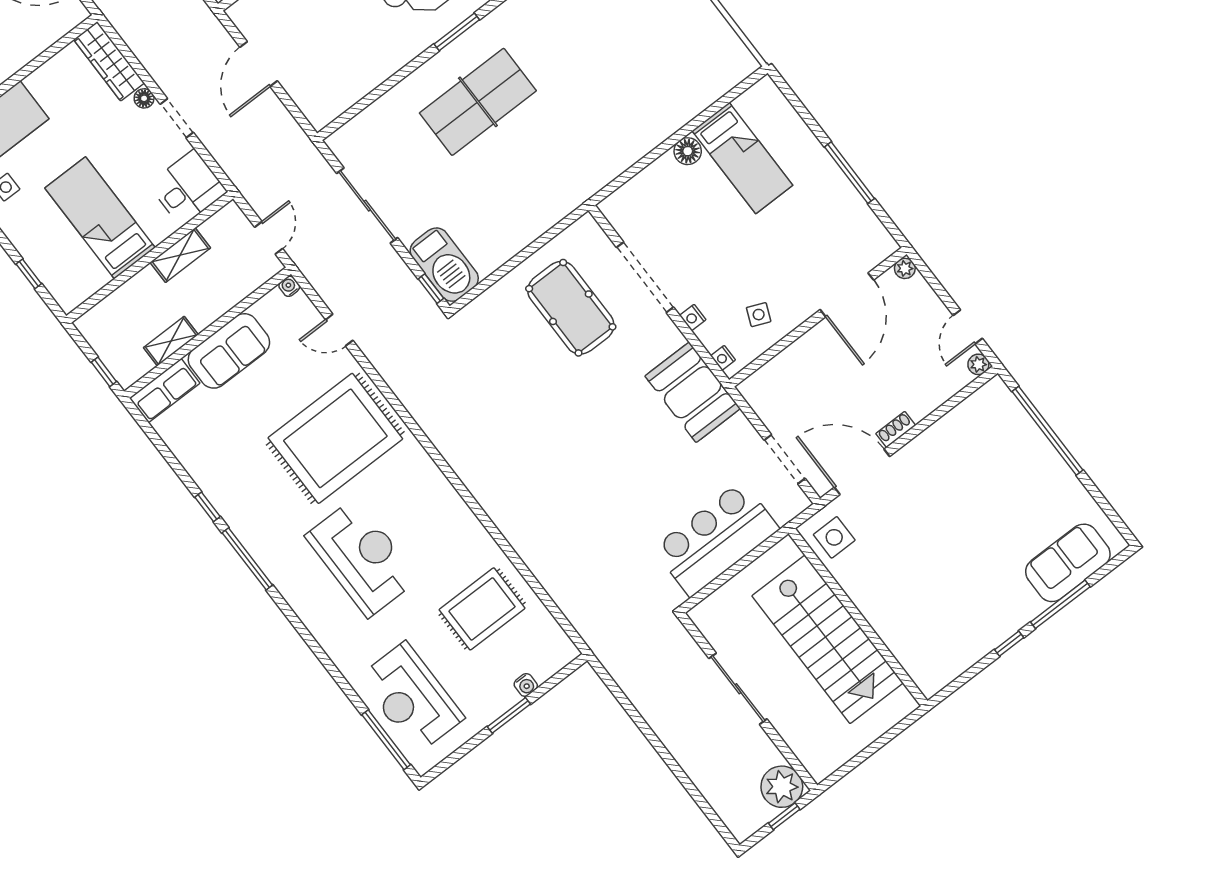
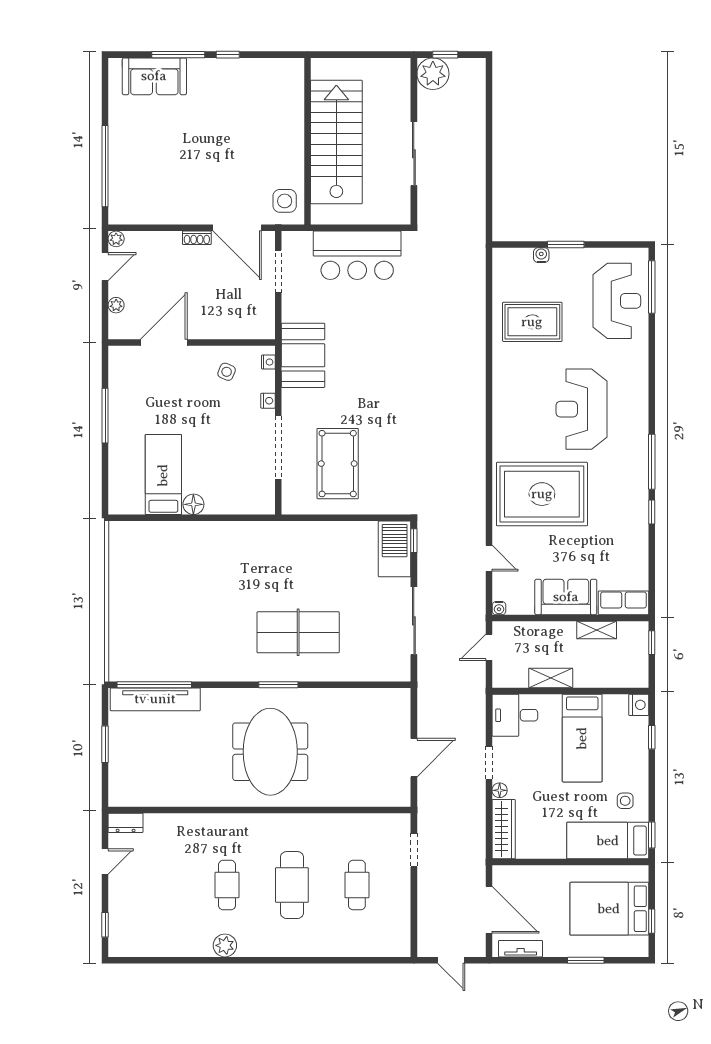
plant: (905, 268) -> (116, 305), moved
nightstand: (68, 297) -> (639, 705), added

